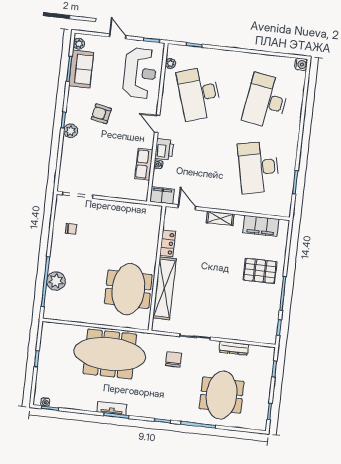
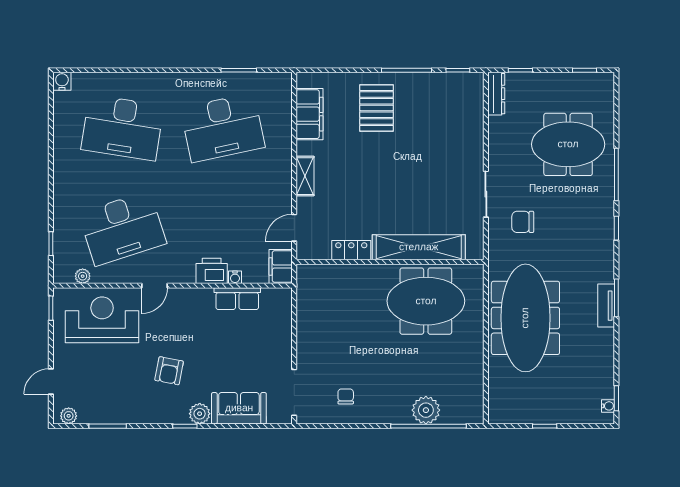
door: (118, 36) -> (51, 381), moved
sofa: (81, 69) -> (239, 408), moved
door: (157, 124) -> (154, 286), moved
dresser: (234, 348) -> (496, 94), moved

